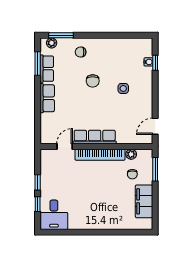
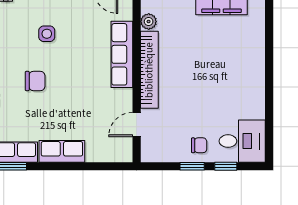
row of seats: (95, 137) -> (122, 54), moved
door: (65, 146) -> (137, 125), hinge flipped
chair: (132, 174) -> (199, 145), moved

